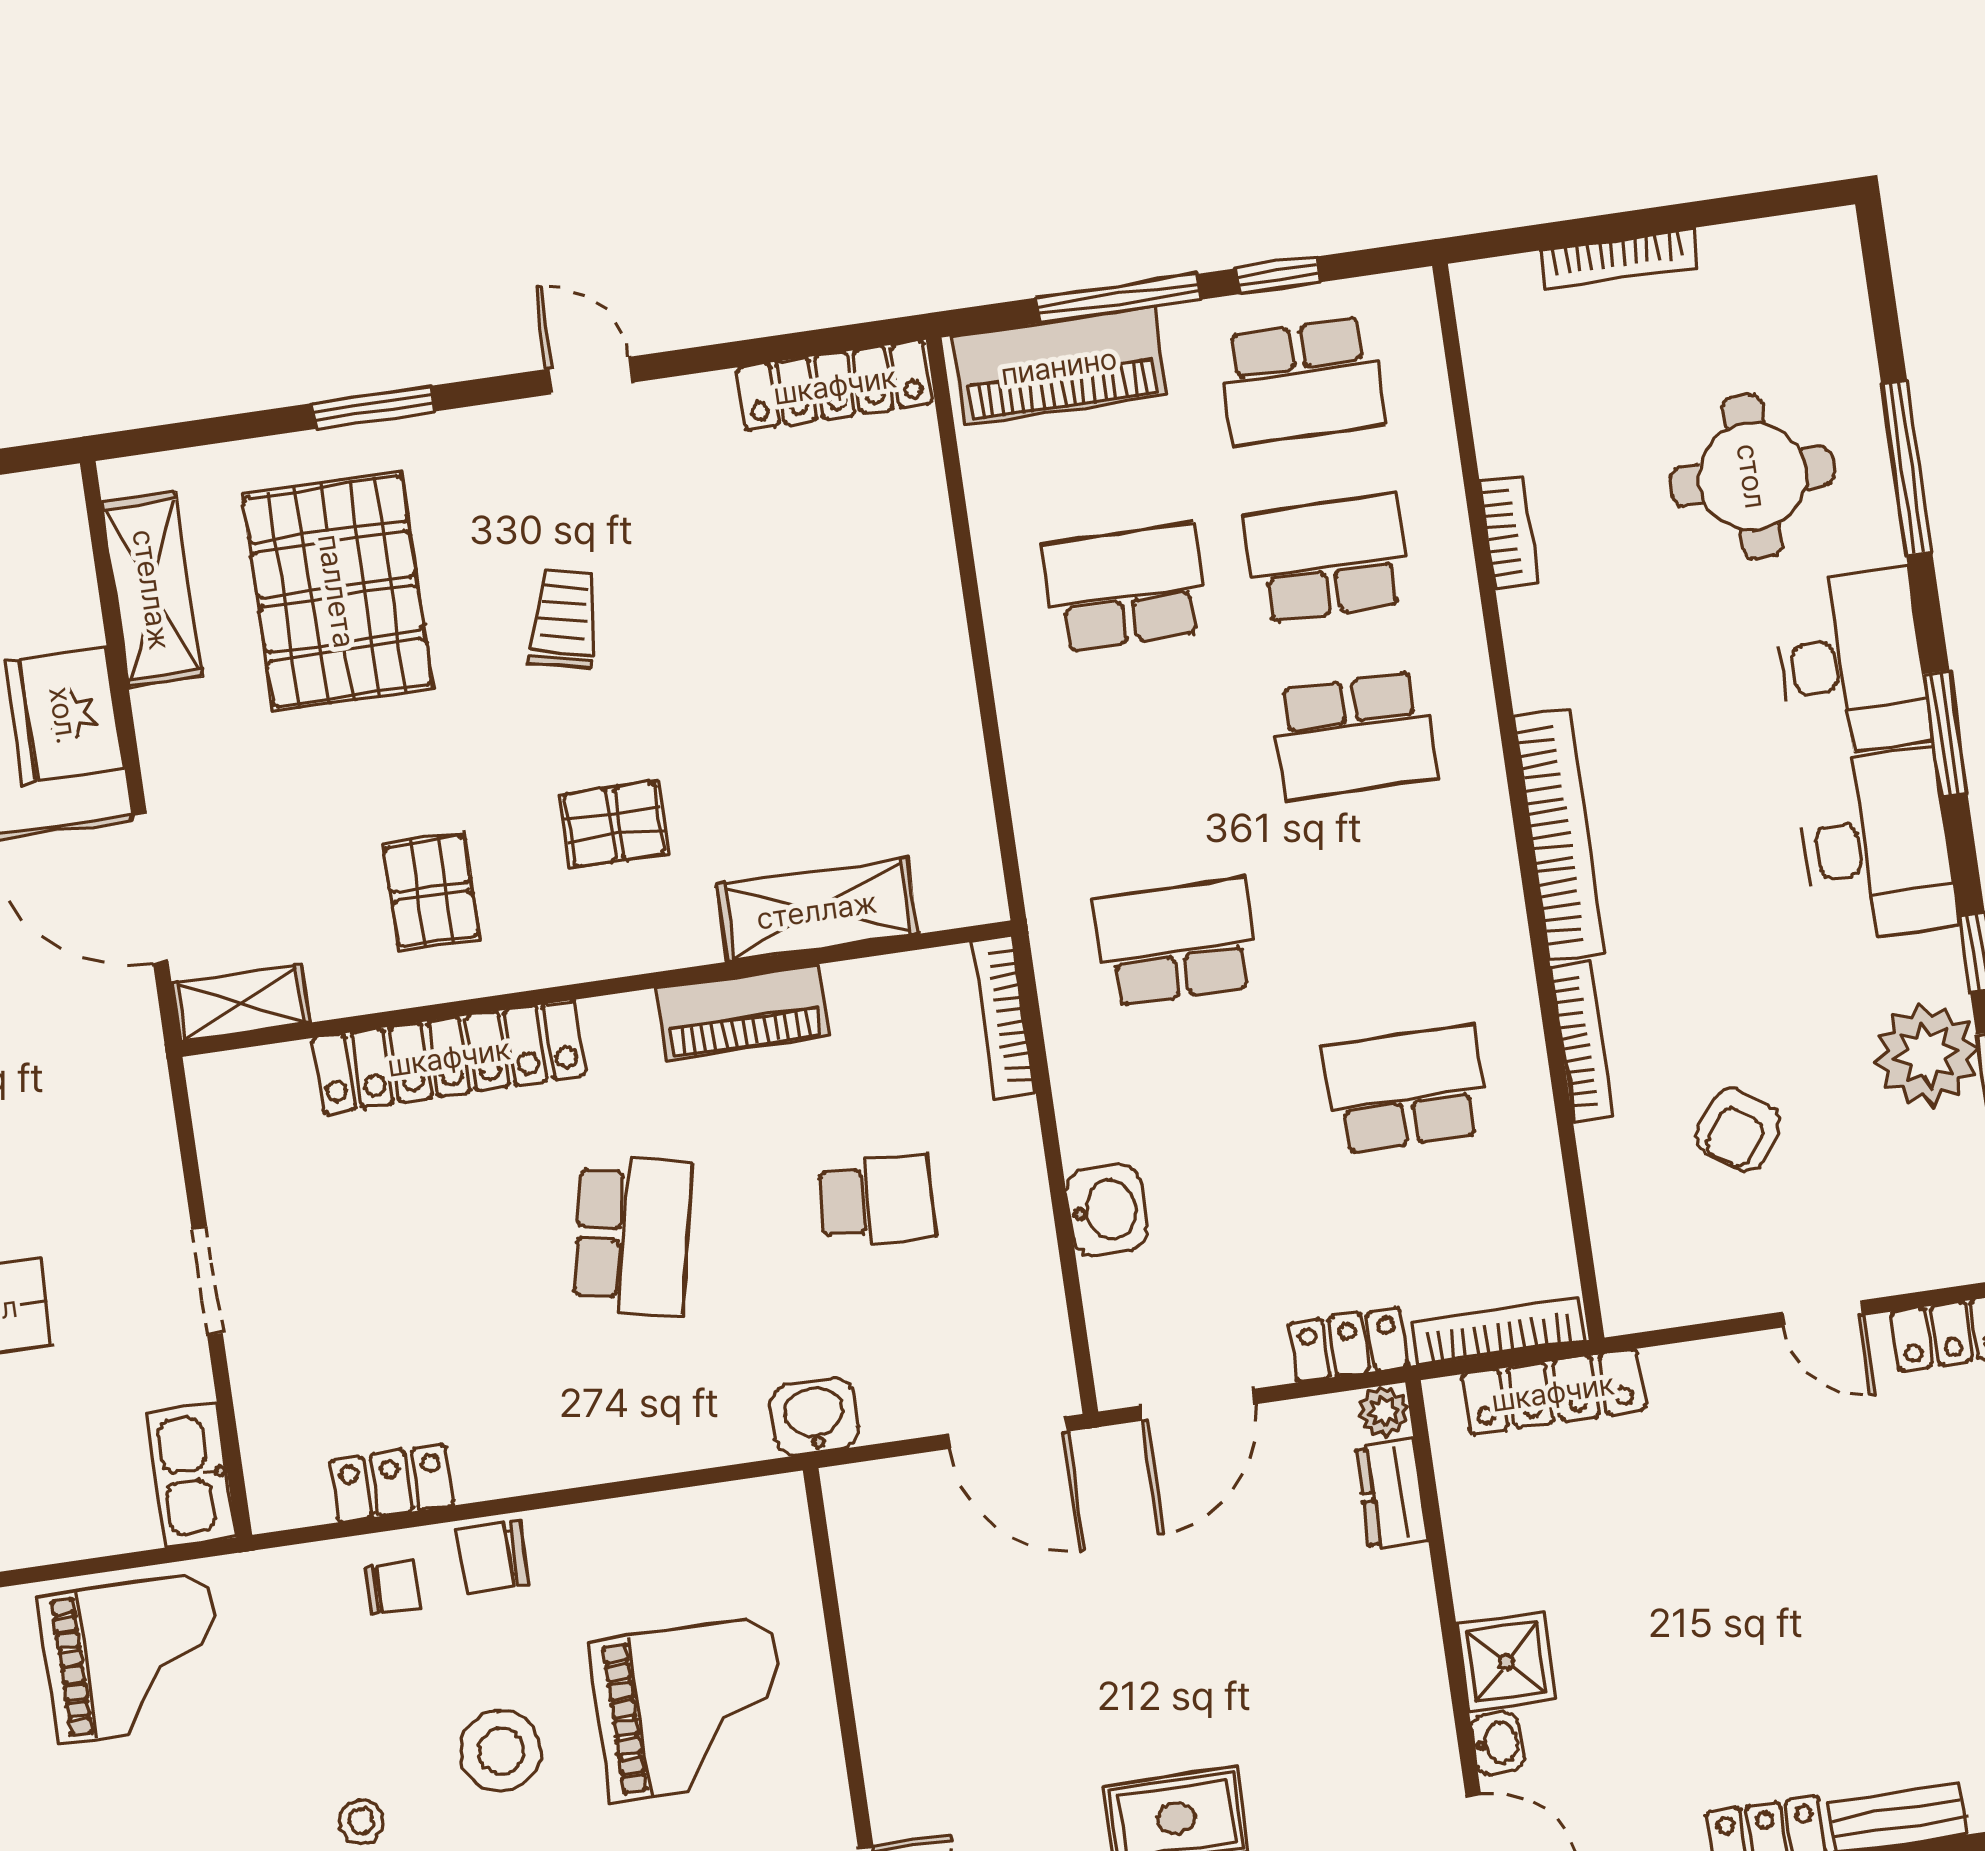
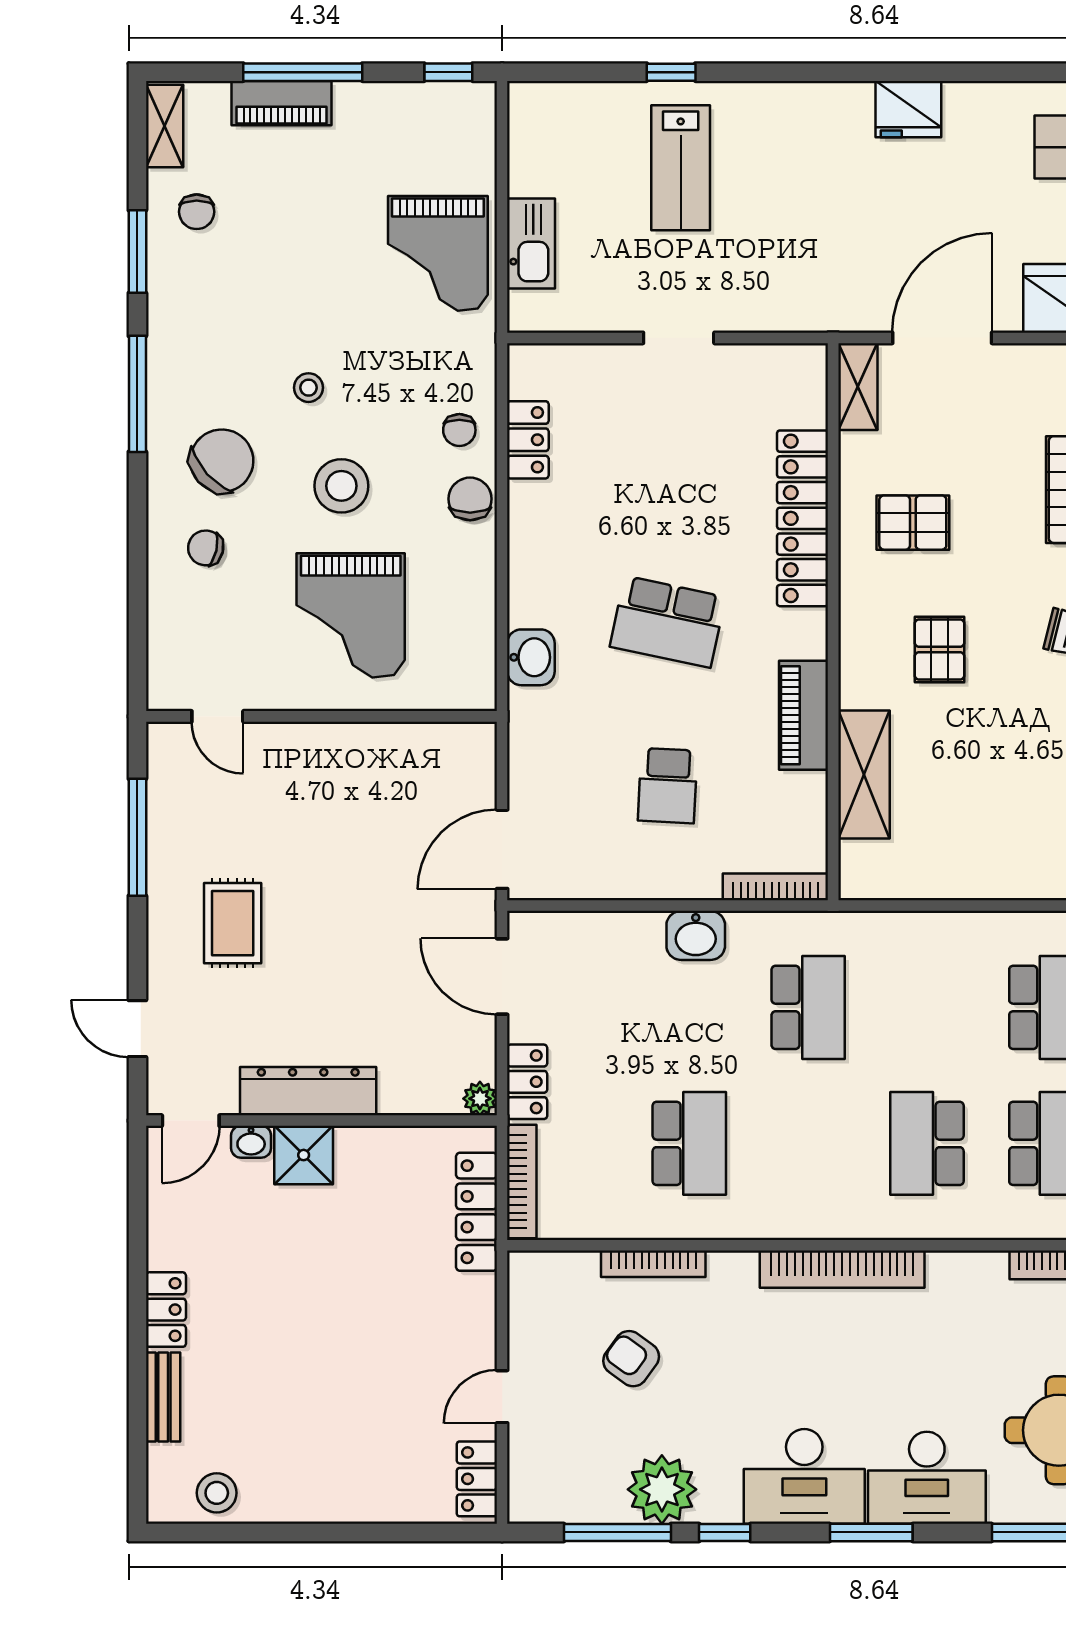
bookcase: (1581, 1041) -> (653, 1264), moved
washbasin: (1106, 1210) -> (696, 935), moved
washbasin: (815, 1417) -> (531, 657), moved
kitchen sink: (191, 1475) -> (531, 244), moved, turned 90
dresser: (1392, 1494) -> (308, 1091), moved, width x1.96, depth x1.24

